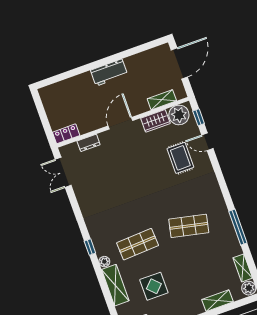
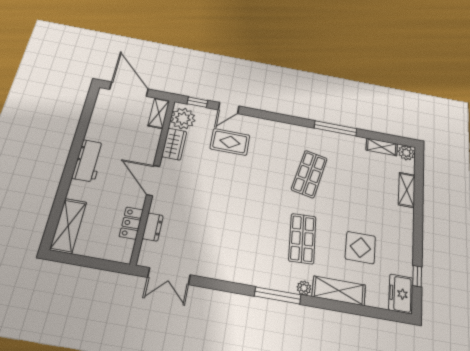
shelving: (59, 90) -> (68, 226), added
shelving: (162, 100) -> (159, 113), moved
locker: (66, 134) -> (131, 223), moved
window: (90, 247) -> (278, 295), width x2.17

